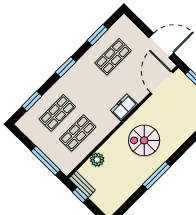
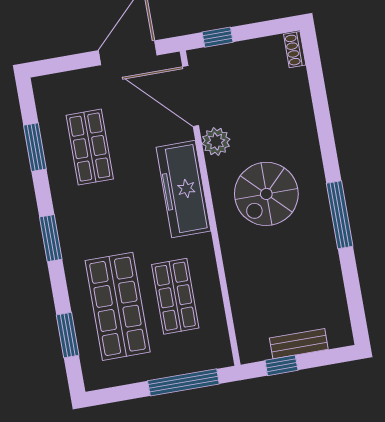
freezer: (124, 107) -> (184, 189), width x1.91, depth x1.26
shop shelf: (57, 113) -> (118, 306), width x1.43, depth x1.36
plant: (97, 160) -> (216, 141), moved
bench: (82, 184) -> (299, 344), moved

